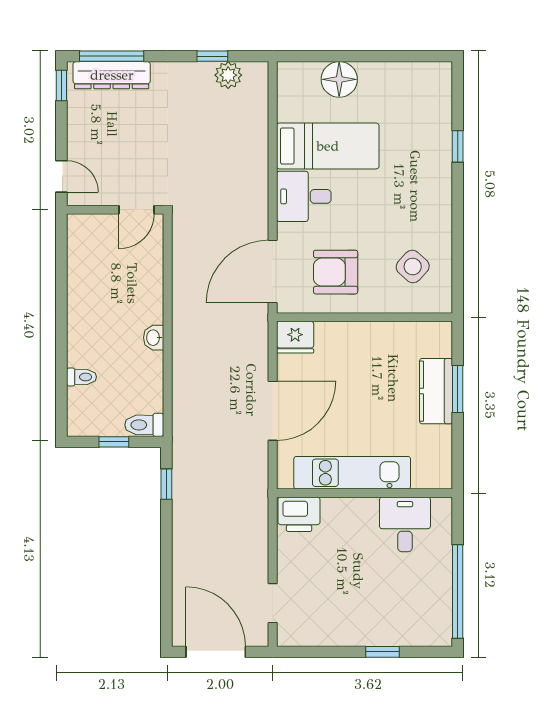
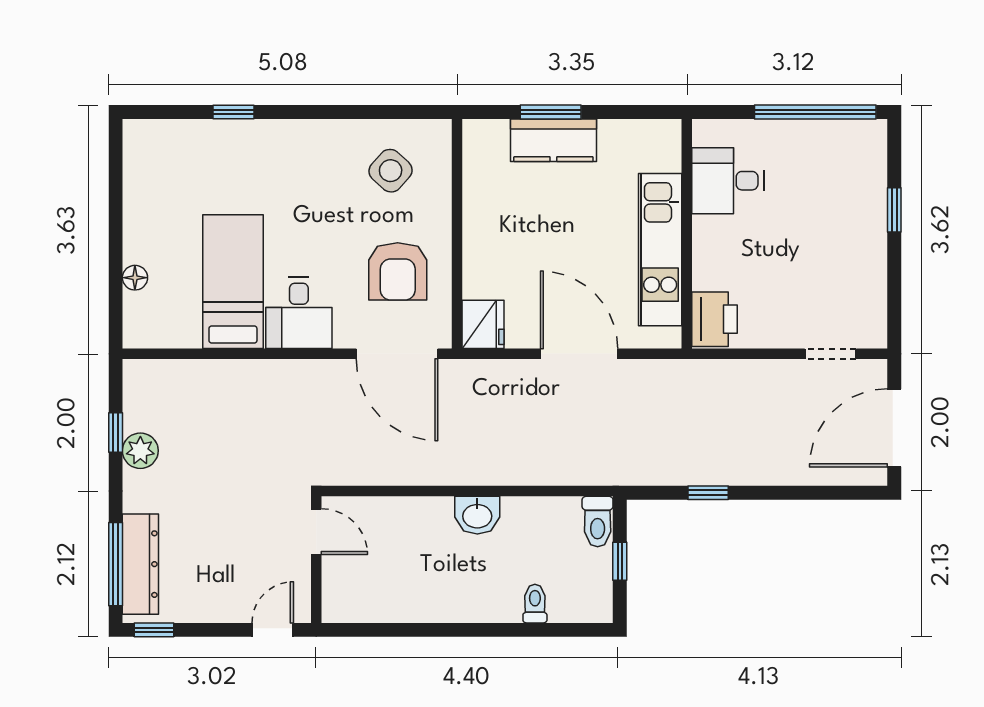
plant: (228, 75) -> (140, 451), moved
floor lamp: (339, 79) -> (135, 278), width x0.53, depth x0.53
washbasin: (154, 338) -> (477, 515), width x1.38, depth x1.45
window: (166, 484) -> (708, 493), moved

